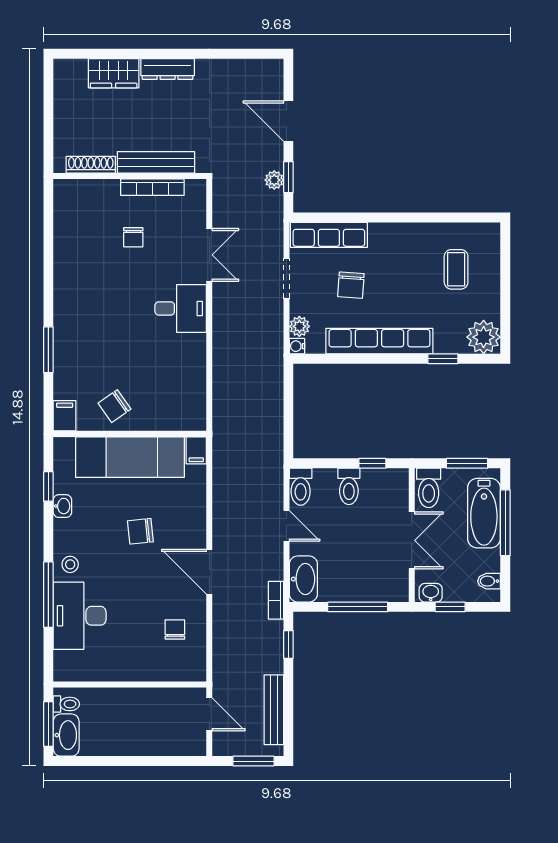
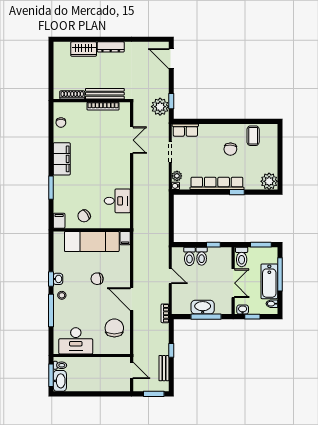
door: (288, 121) -> (171, 59), moved
plant: (274, 180) -> (160, 107), width x1.87, depth x1.87
row of seats: (329, 235) -> (185, 130), width x0.68
chair: (133, 237) -> (61, 123), moved
coffee table: (456, 269) -> (253, 136), moved
chair: (351, 285) -> (230, 149), moved
filing cabinet: (70, 292) -> (62, 159), added
desk: (181, 308) -> (117, 201), moved
window: (443, 359) -> (237, 192), moved
window: (48, 486) -> (51, 279), moved
toilet: (301, 487) -> (189, 256), moved
washbasin: (62, 506) -> (58, 279), moved
bathtub: (484, 513) -> (269, 281), moved
washbasin: (303, 579) -> (203, 307), moved, turned -90
desk: (80, 616) -> (76, 341), moved, turned -90
chair: (175, 630) -> (114, 328), width x1.87, depth x1.87
window: (288, 644) -> (171, 350), moved
bench: (274, 710) -> (164, 368), width x0.73

